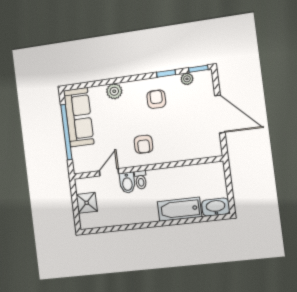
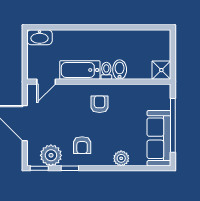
plant: (187, 79) -> (51, 155), width x1.87, depth x1.87
door: (109, 172) -> (46, 82), moved
shower: (87, 203) -> (161, 70), moved
bathtub: (180, 209) -> (80, 70), moved, turned 180

